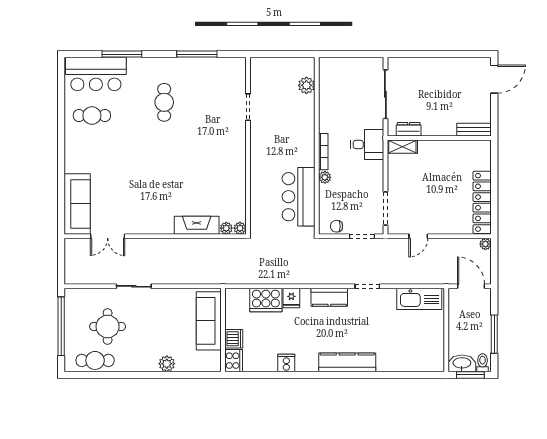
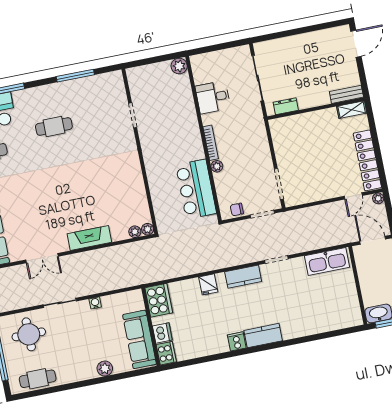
plant: (306, 85) -> (179, 66), moved
cafe table: (164, 102) -> (54, 126), turned 90
desk: (367, 145) -> (213, 97), moved, turned 180
shelving: (402, 147) -> (352, 110), moved
fireplace: (197, 225) -> (89, 238), moved
double door: (108, 236) -> (42, 258), moved
door: (418, 236) -> (353, 196), moved
water cooler: (170, 294) -> (95, 303), added
cooker: (266, 300) -> (159, 300), moved, turned -90
sofa: (209, 321) -> (139, 339), moved
round table: (108, 326) -> (29, 334), moved
kitchen counter: (347, 362) -> (263, 336), width x0.67
cooker: (286, 363) -> (237, 341), moved

